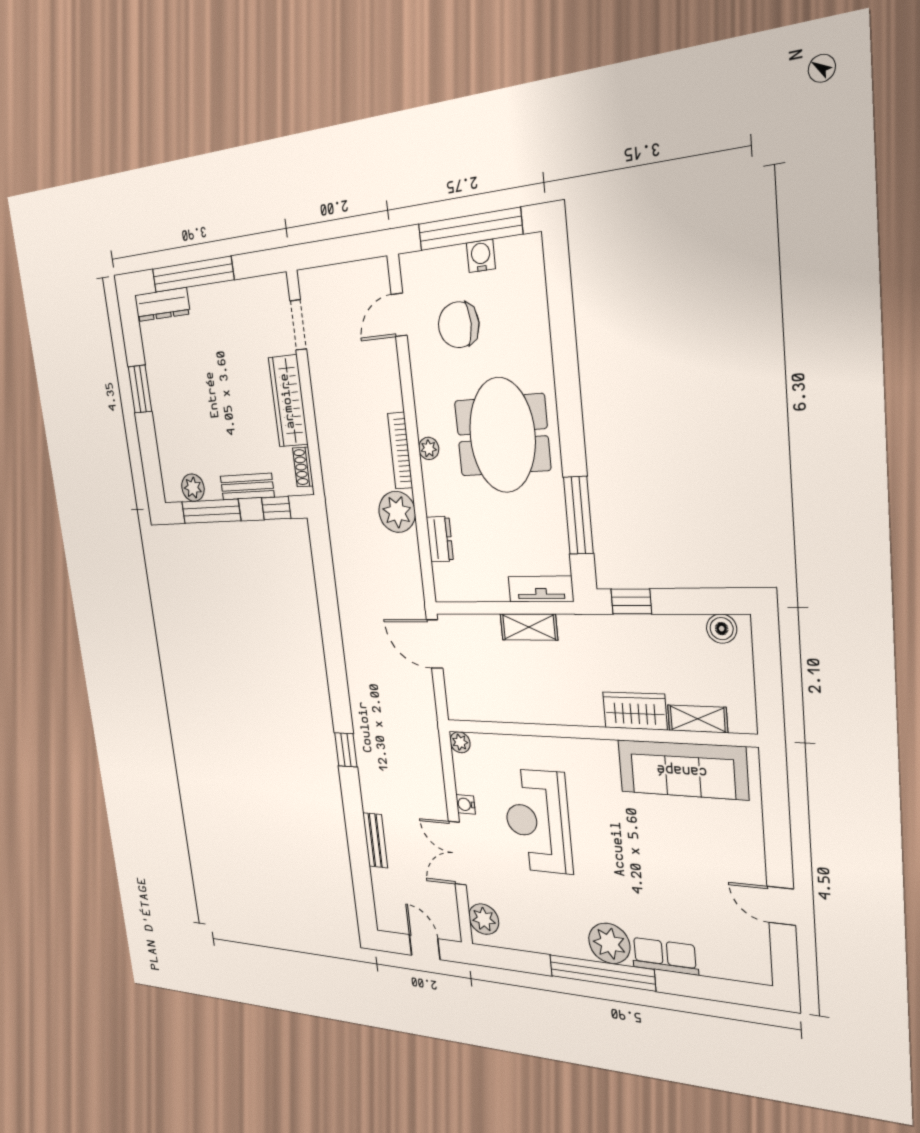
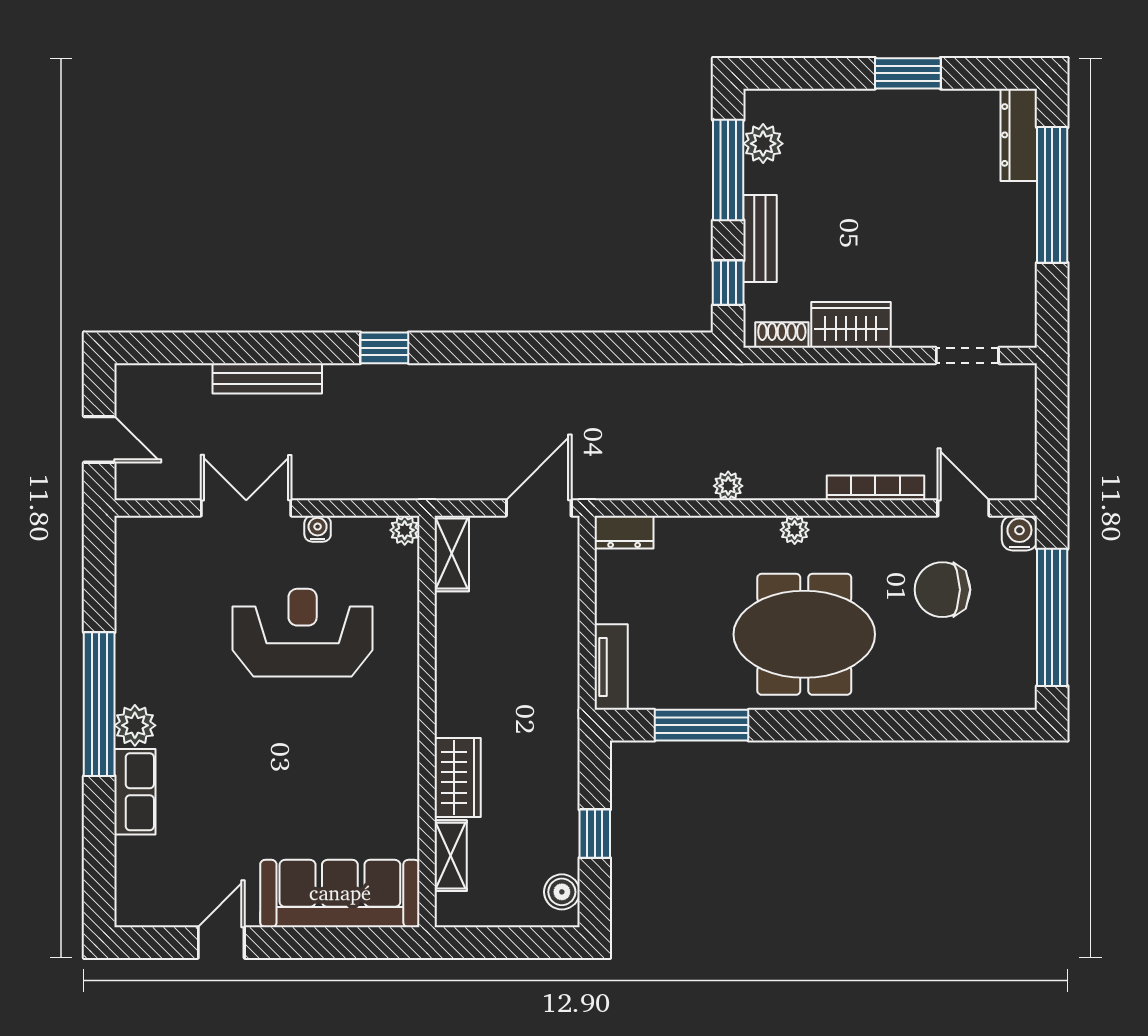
water cooler: (481, 256) -> (1019, 533), moved, turned -90
chair: (459, 325) -> (942, 590), turned -90
wardrobe: (288, 401) -> (851, 325), width x0.67
bookcase: (400, 451) -> (875, 488), moved
plant: (397, 512) -> (728, 486), width x0.53, depth x0.53
dresser: (440, 539) -> (624, 532), moved
window: (631, 601) -> (595, 834), moved
shelving: (529, 627) -> (452, 553), moved
sofa: (682, 770) -> (340, 893), moved, turned 90
bench: (375, 840) -> (267, 378), width x1.36
plant: (484, 919) -> (154, 538), removed
plant: (609, 943) -> (135, 725), width x0.73, depth x0.73
door: (425, 947) -> (99, 439), hinge flipped

